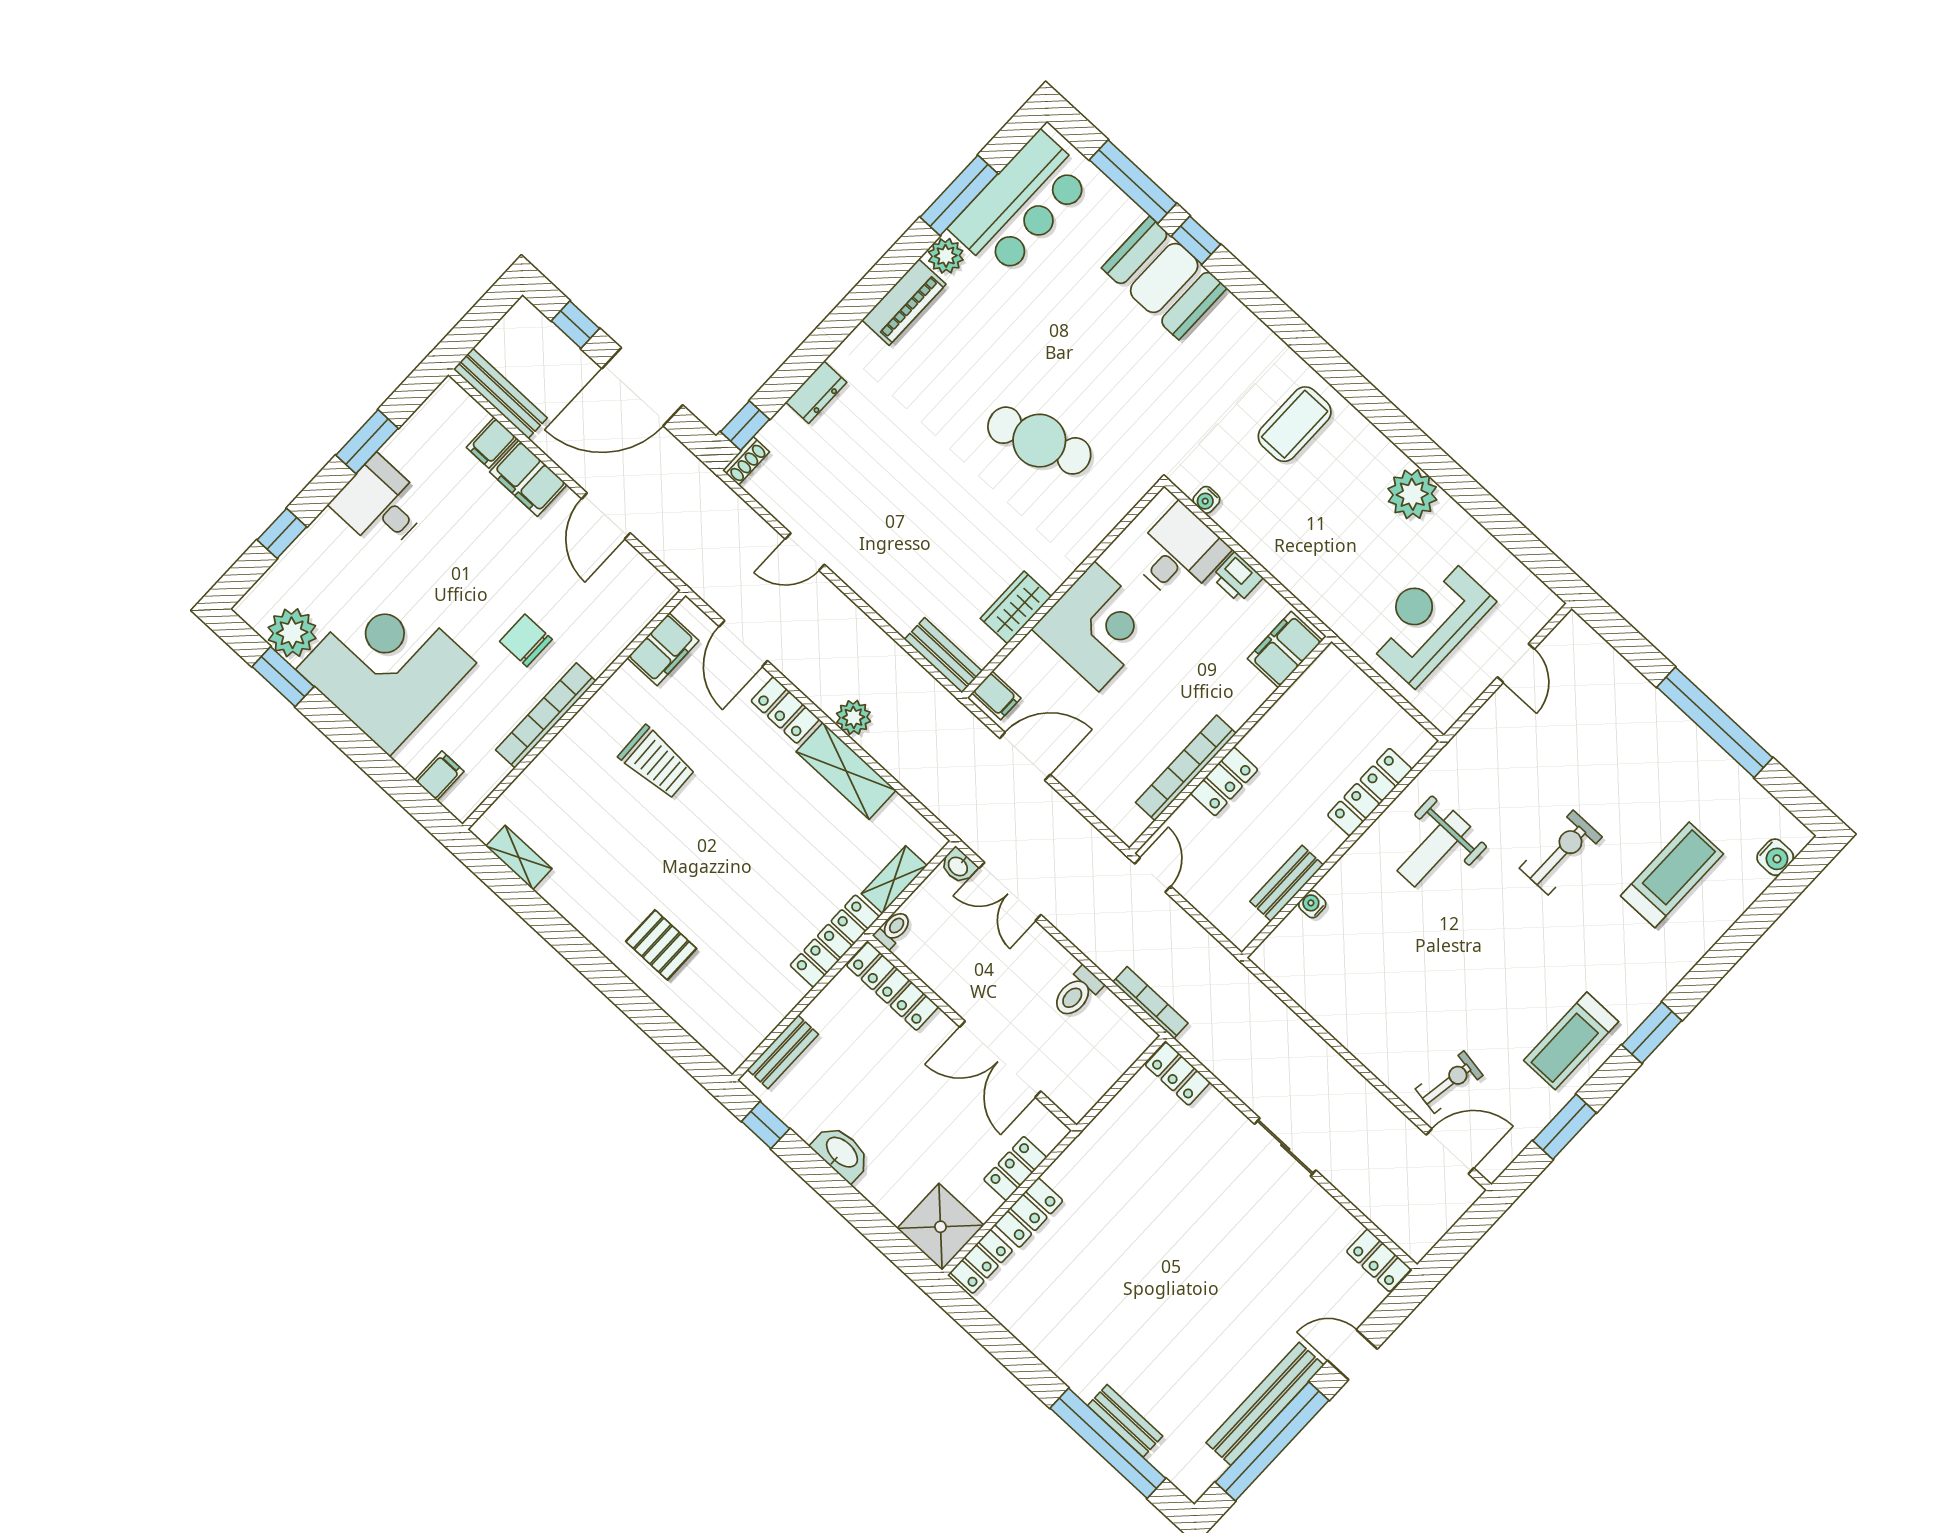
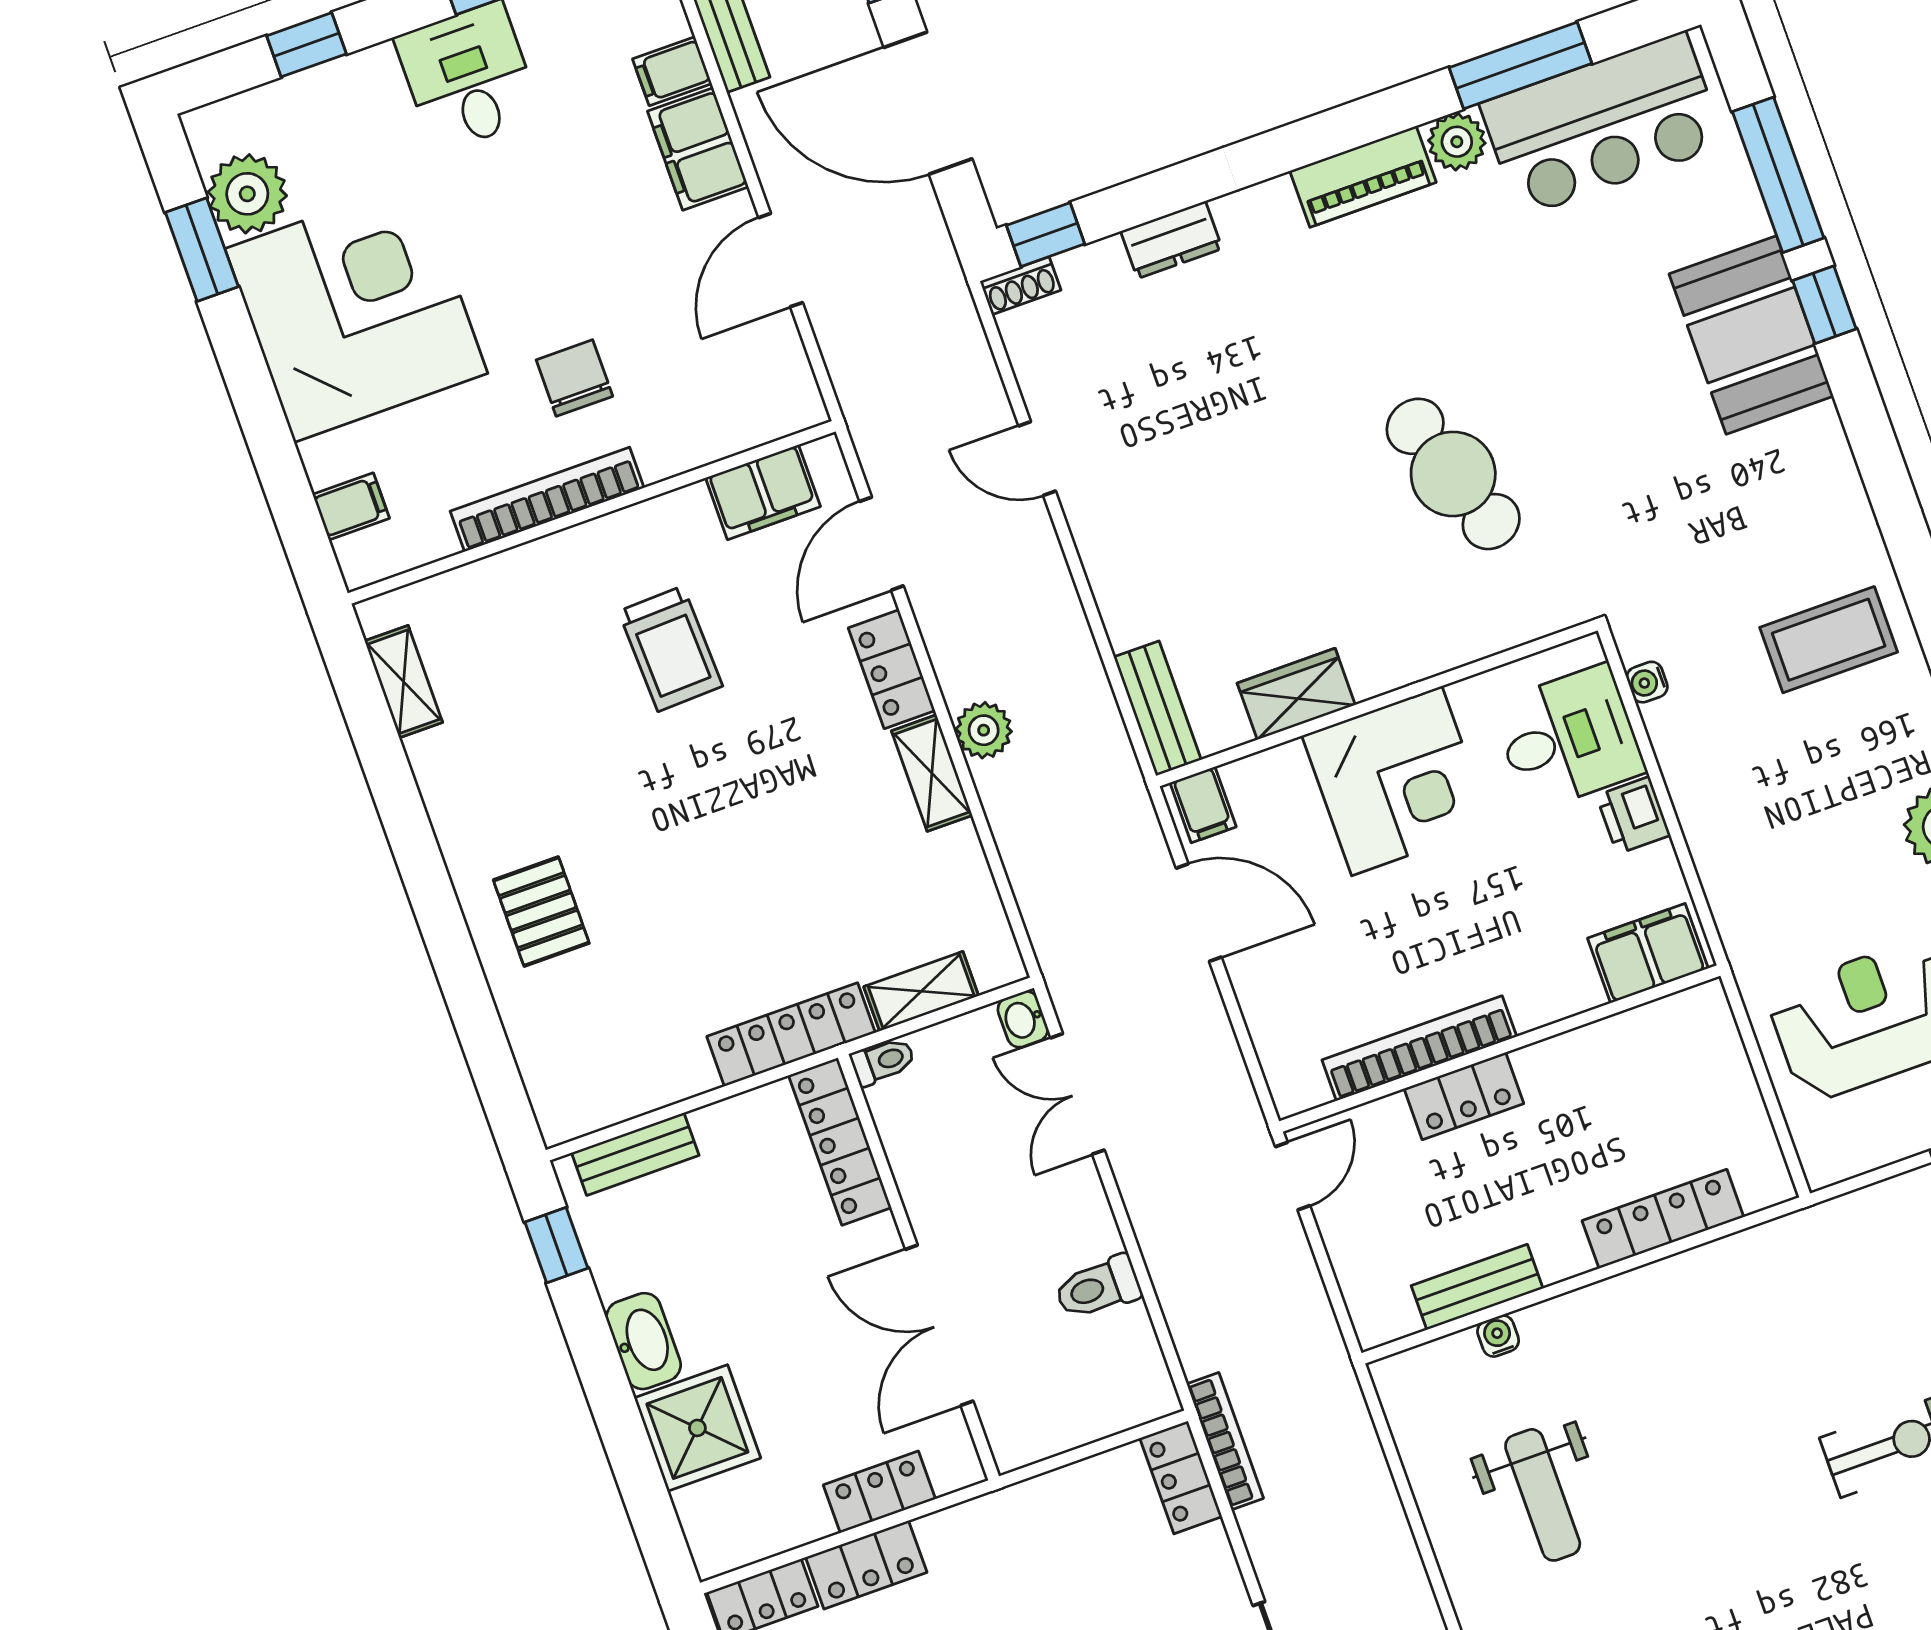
shelving: (846, 771) -> (932, 773), width x0.67, depth x0.75
weight bench: (1434, 849) -> (1543, 1495), moved, turned -90
bookcase: (1150, 1003) -> (1225, 1441), moved
shower: (941, 1227) -> (697, 1428), moved

